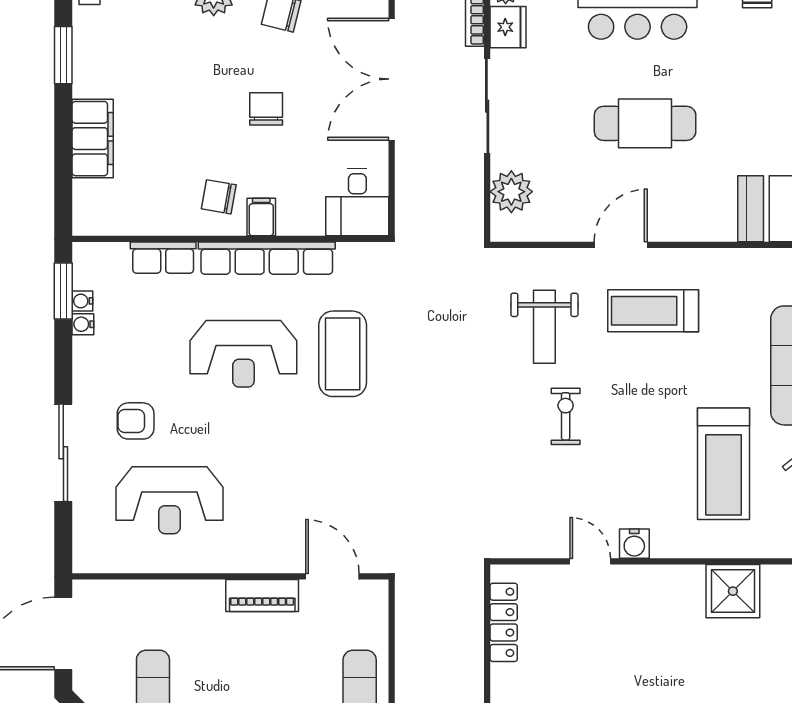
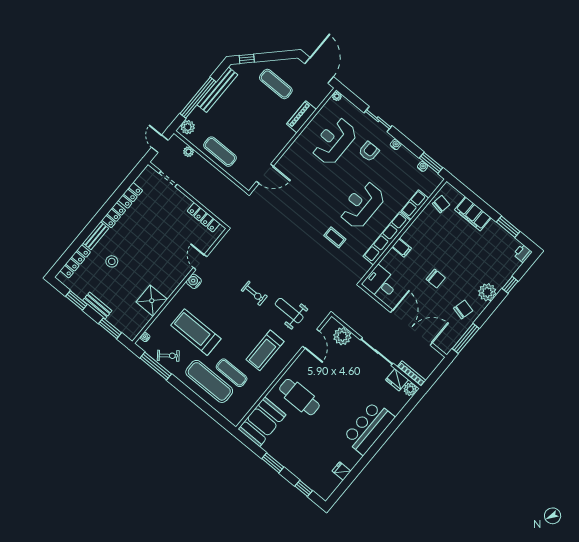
cafe table: (645, 123) -> (299, 397), moved, turned 90
chair: (219, 197) -> (441, 204), moved
door: (621, 245) -> (311, 339), moved
treadmill: (653, 311) -> (265, 350), turned 180
water cooler: (83, 324) -> (396, 144), moved
exercise mat: (744, 338) -> (232, 373), added
coffee table: (343, 354) -> (335, 237), width x0.54, depth x0.58
sliding door: (63, 453) -> (378, 119), width x0.73
door: (590, 561) -> (200, 262), swing flipped
plant: (83, 562) -> (337, 96), added
piano: (262, 596) -> (301, 117), moved

